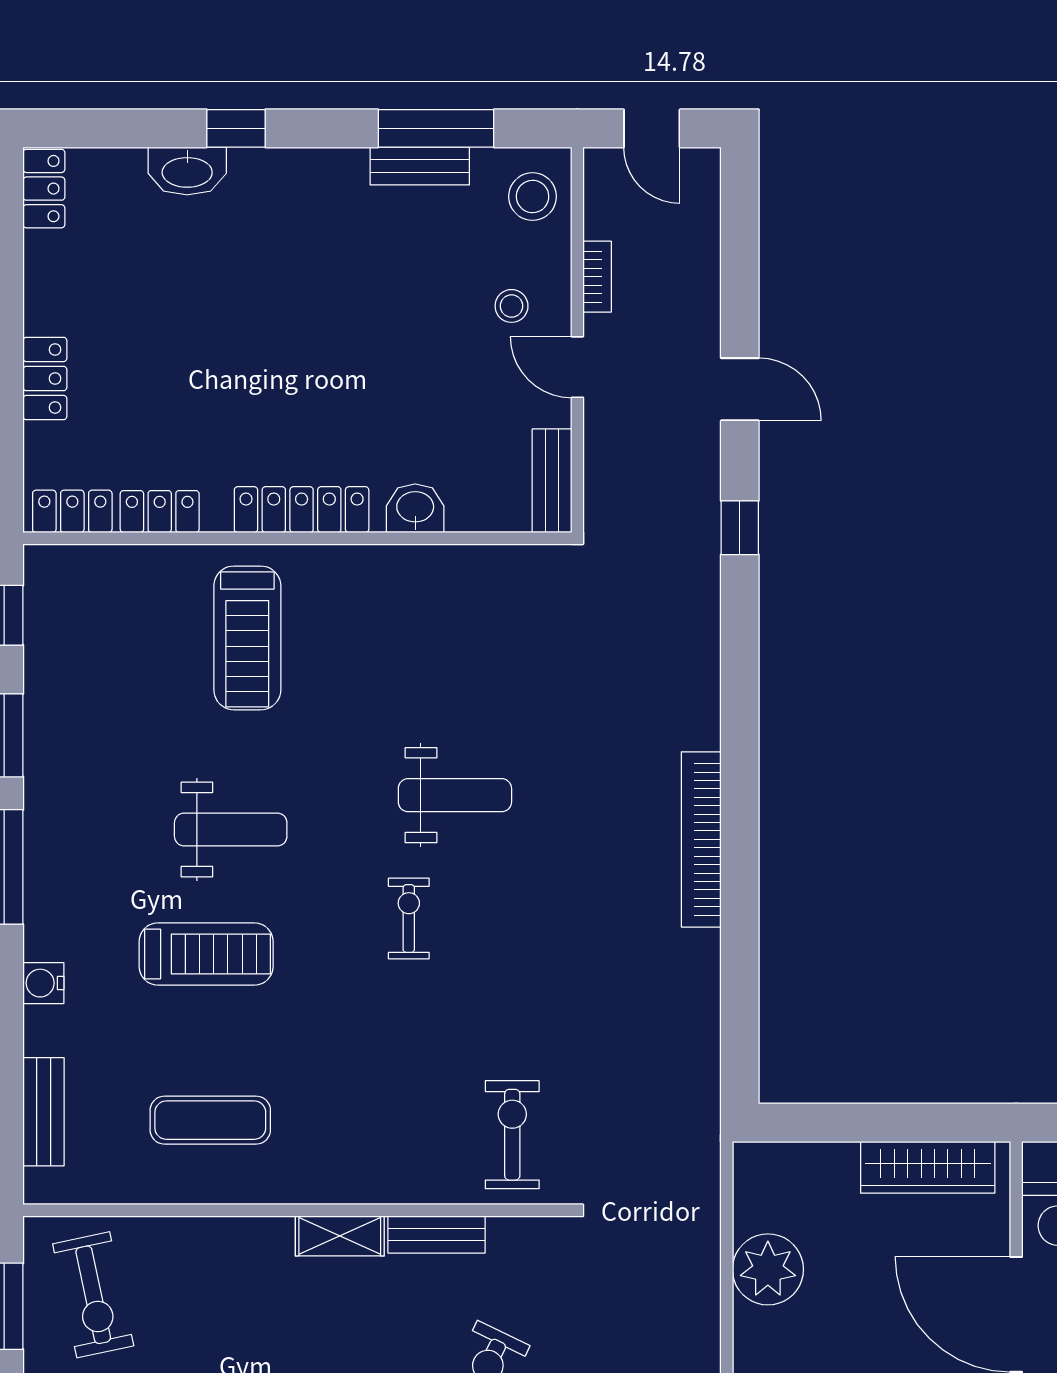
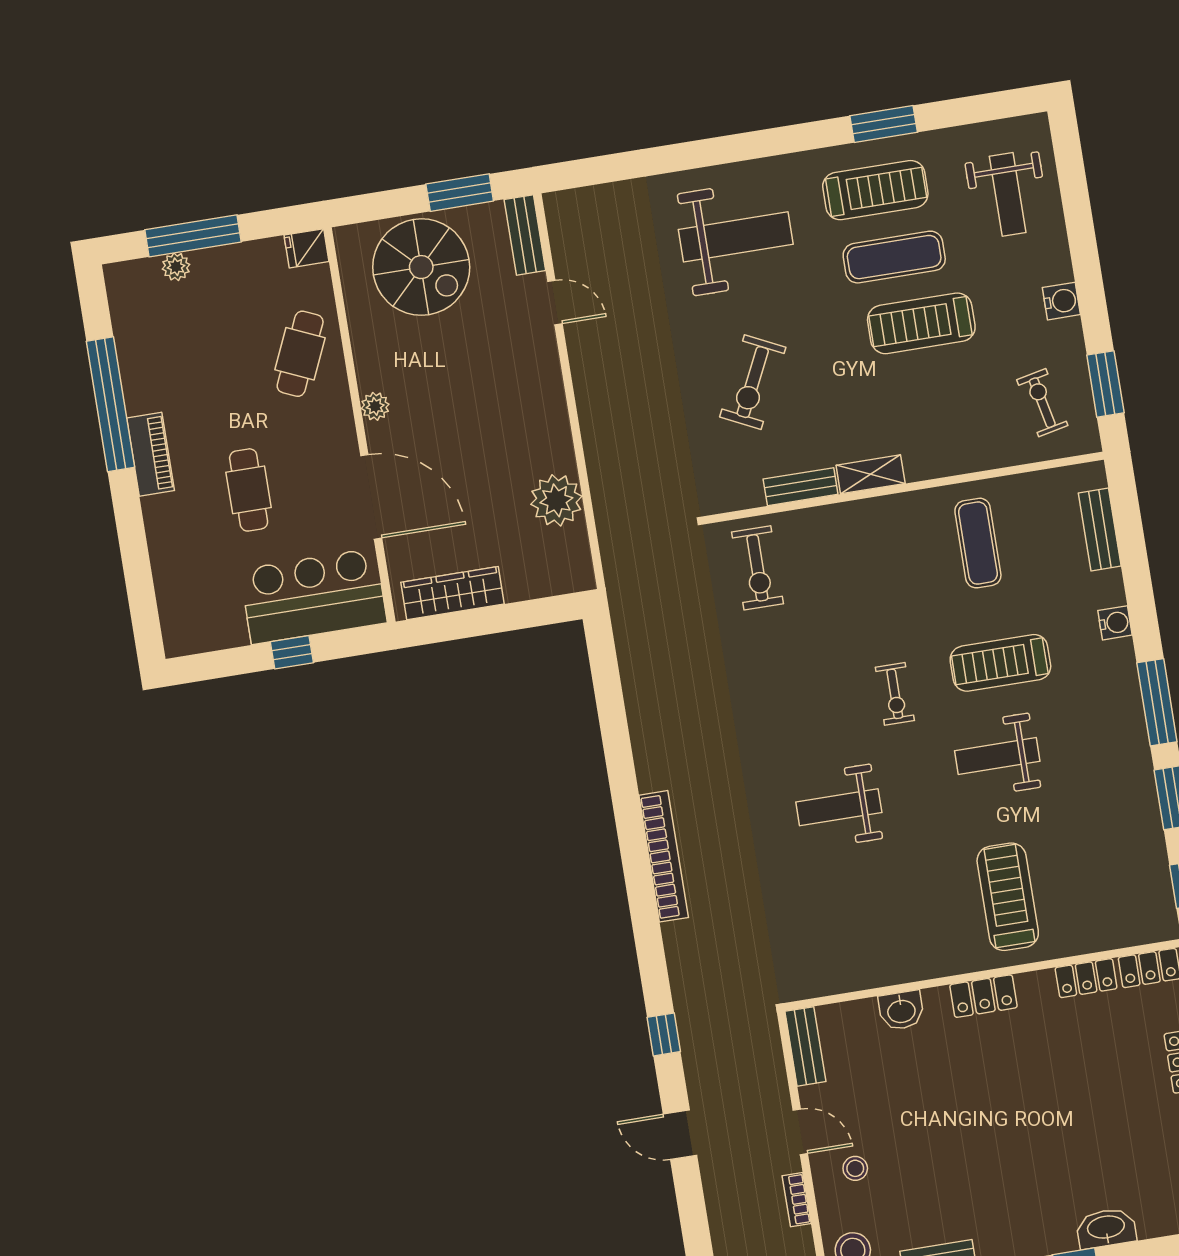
locker: (302, 510) -> (983, 996), width x0.66
bookcase: (701, 839) -> (664, 856), moved
exercise bike: (409, 919) -> (895, 694), moved
exercise mat: (210, 1120) -> (978, 543), turned 90
exercise bike: (93, 1295) -> (1042, 403), width x0.73, depth x0.72

